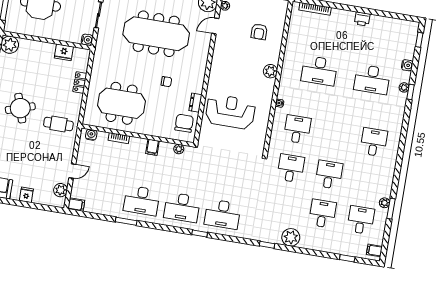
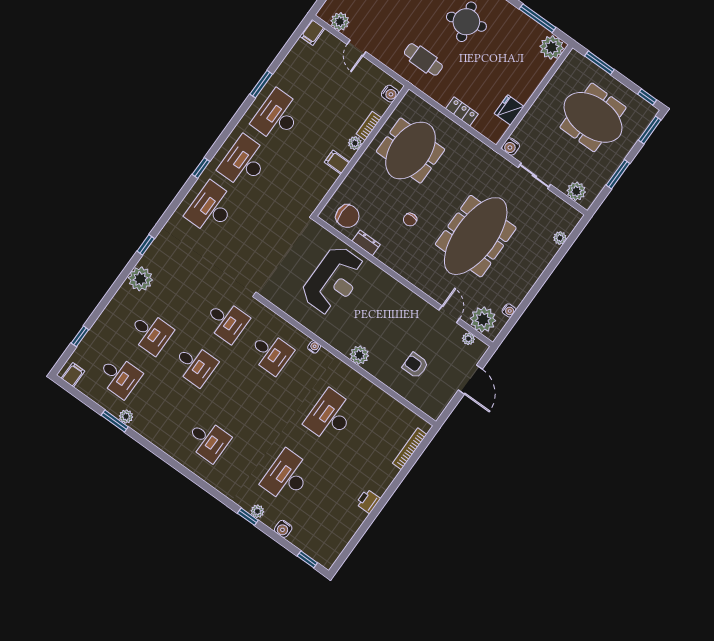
cafe table: (58, 124) -> (423, 59), turned 90
plant: (179, 149) -> (355, 143), moved

